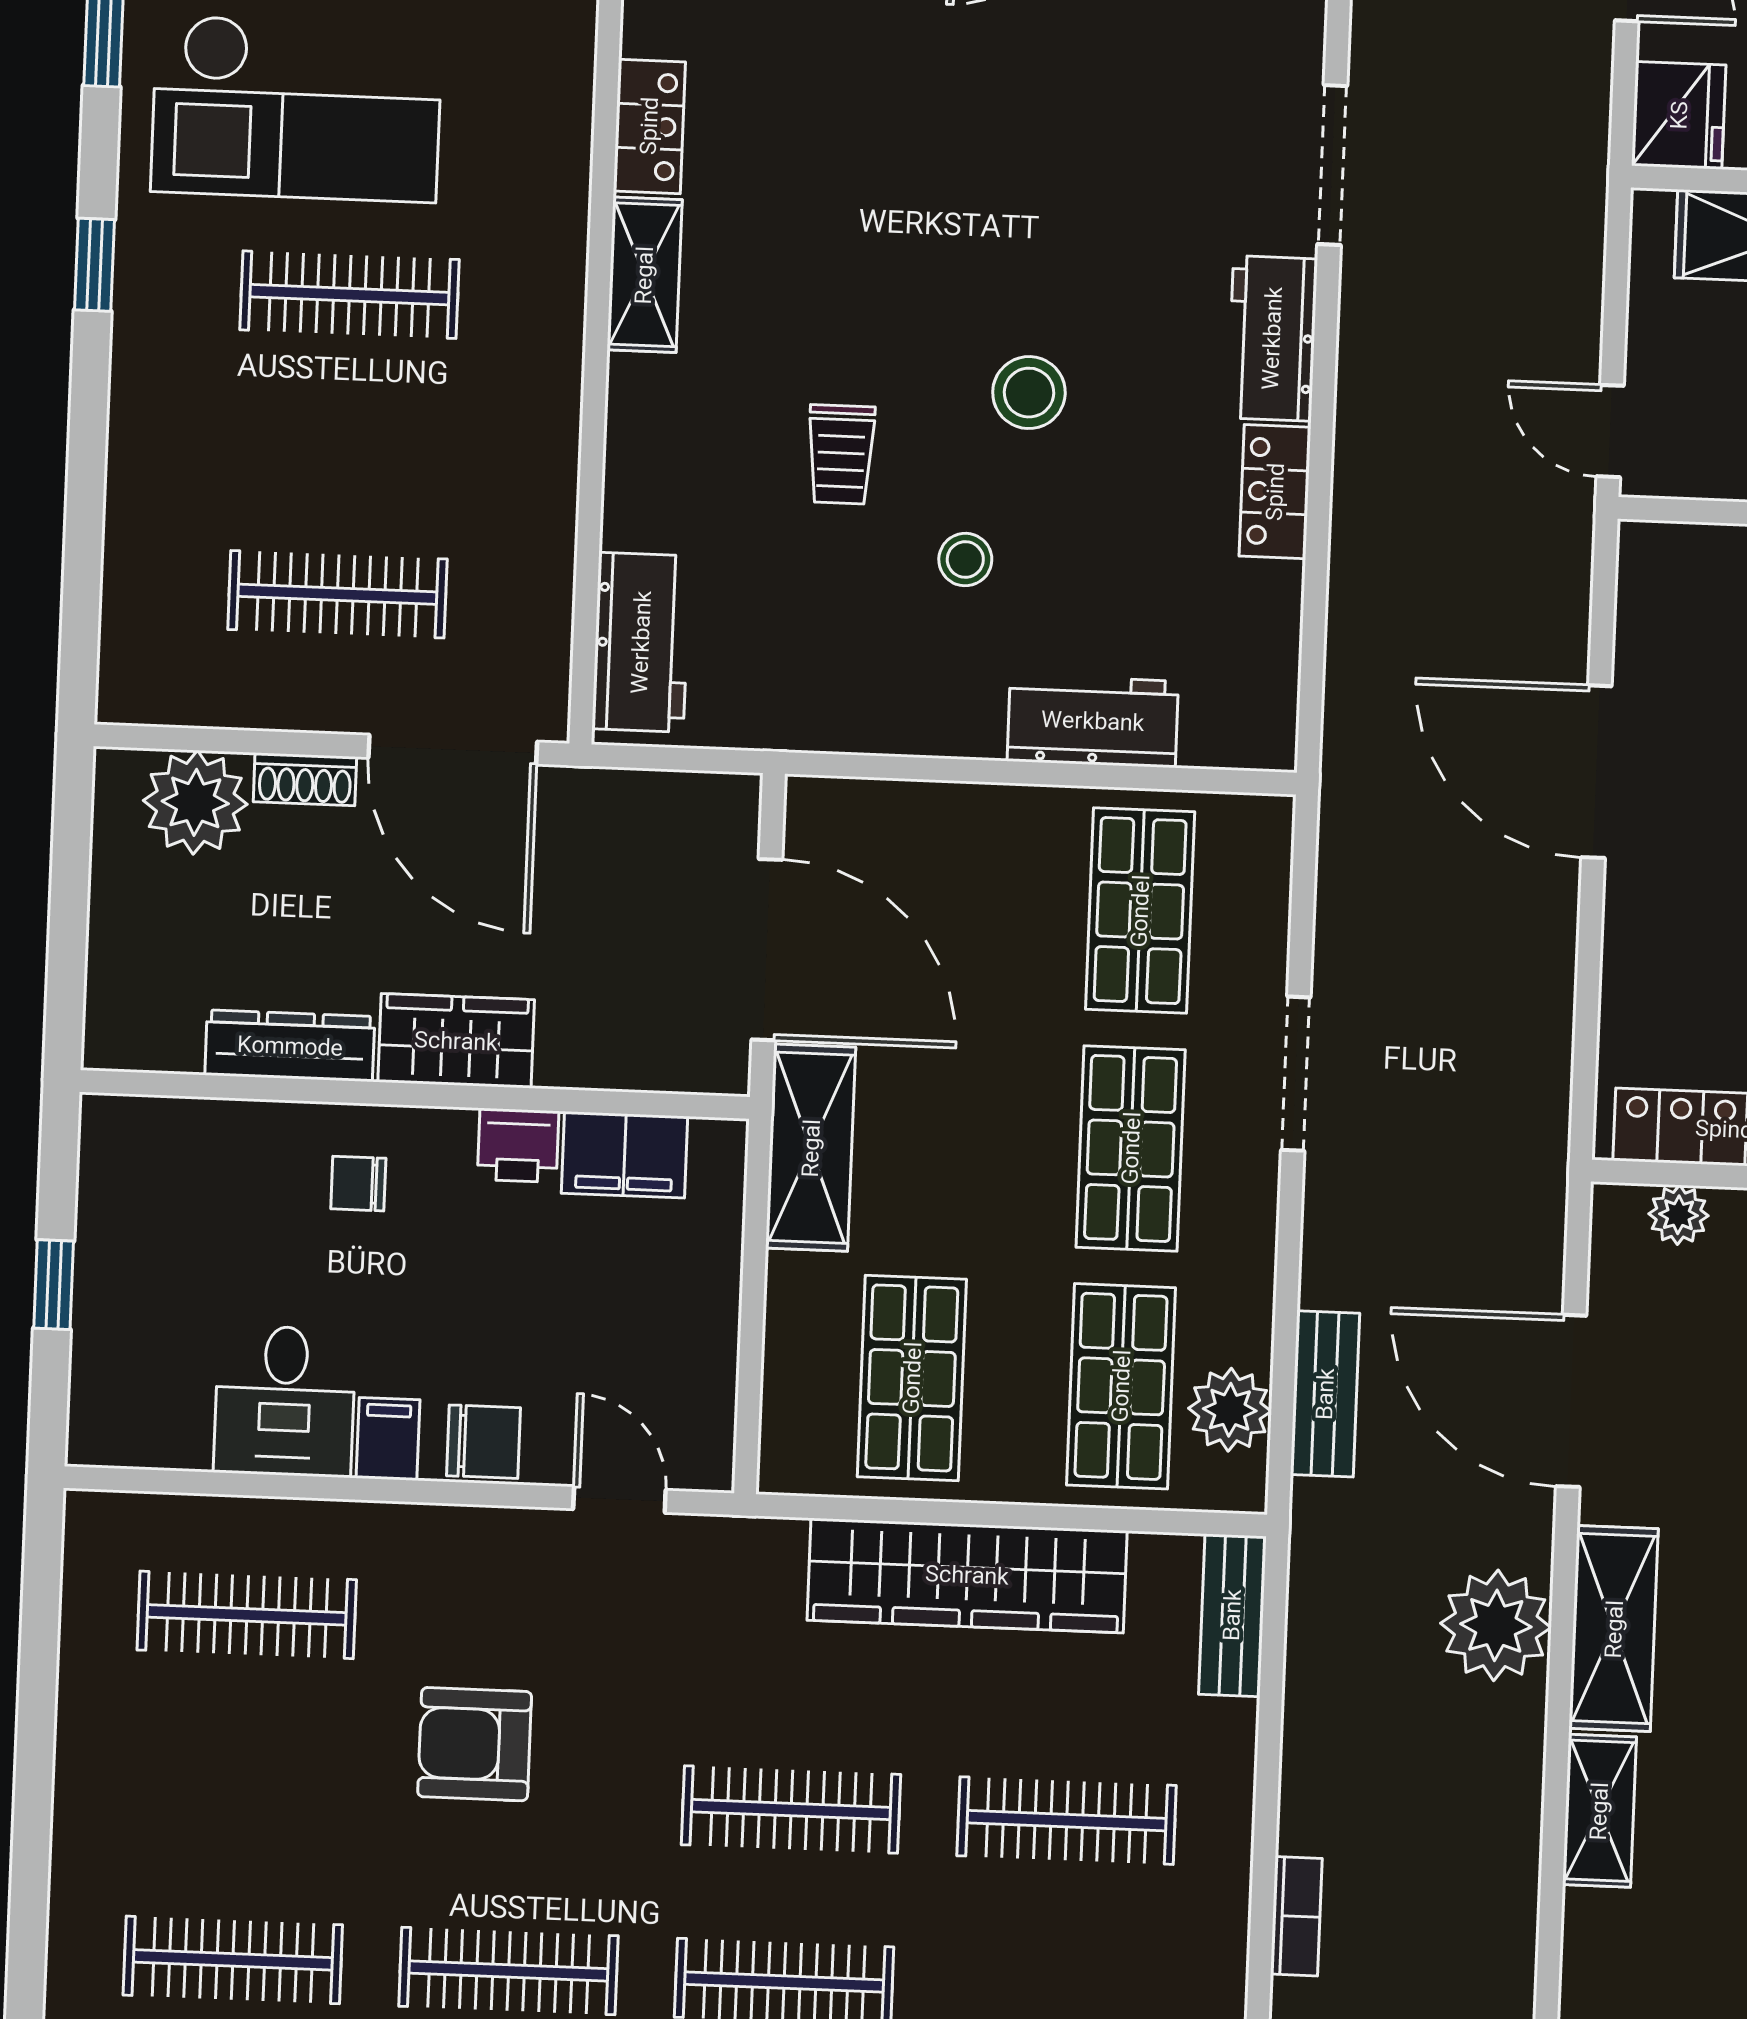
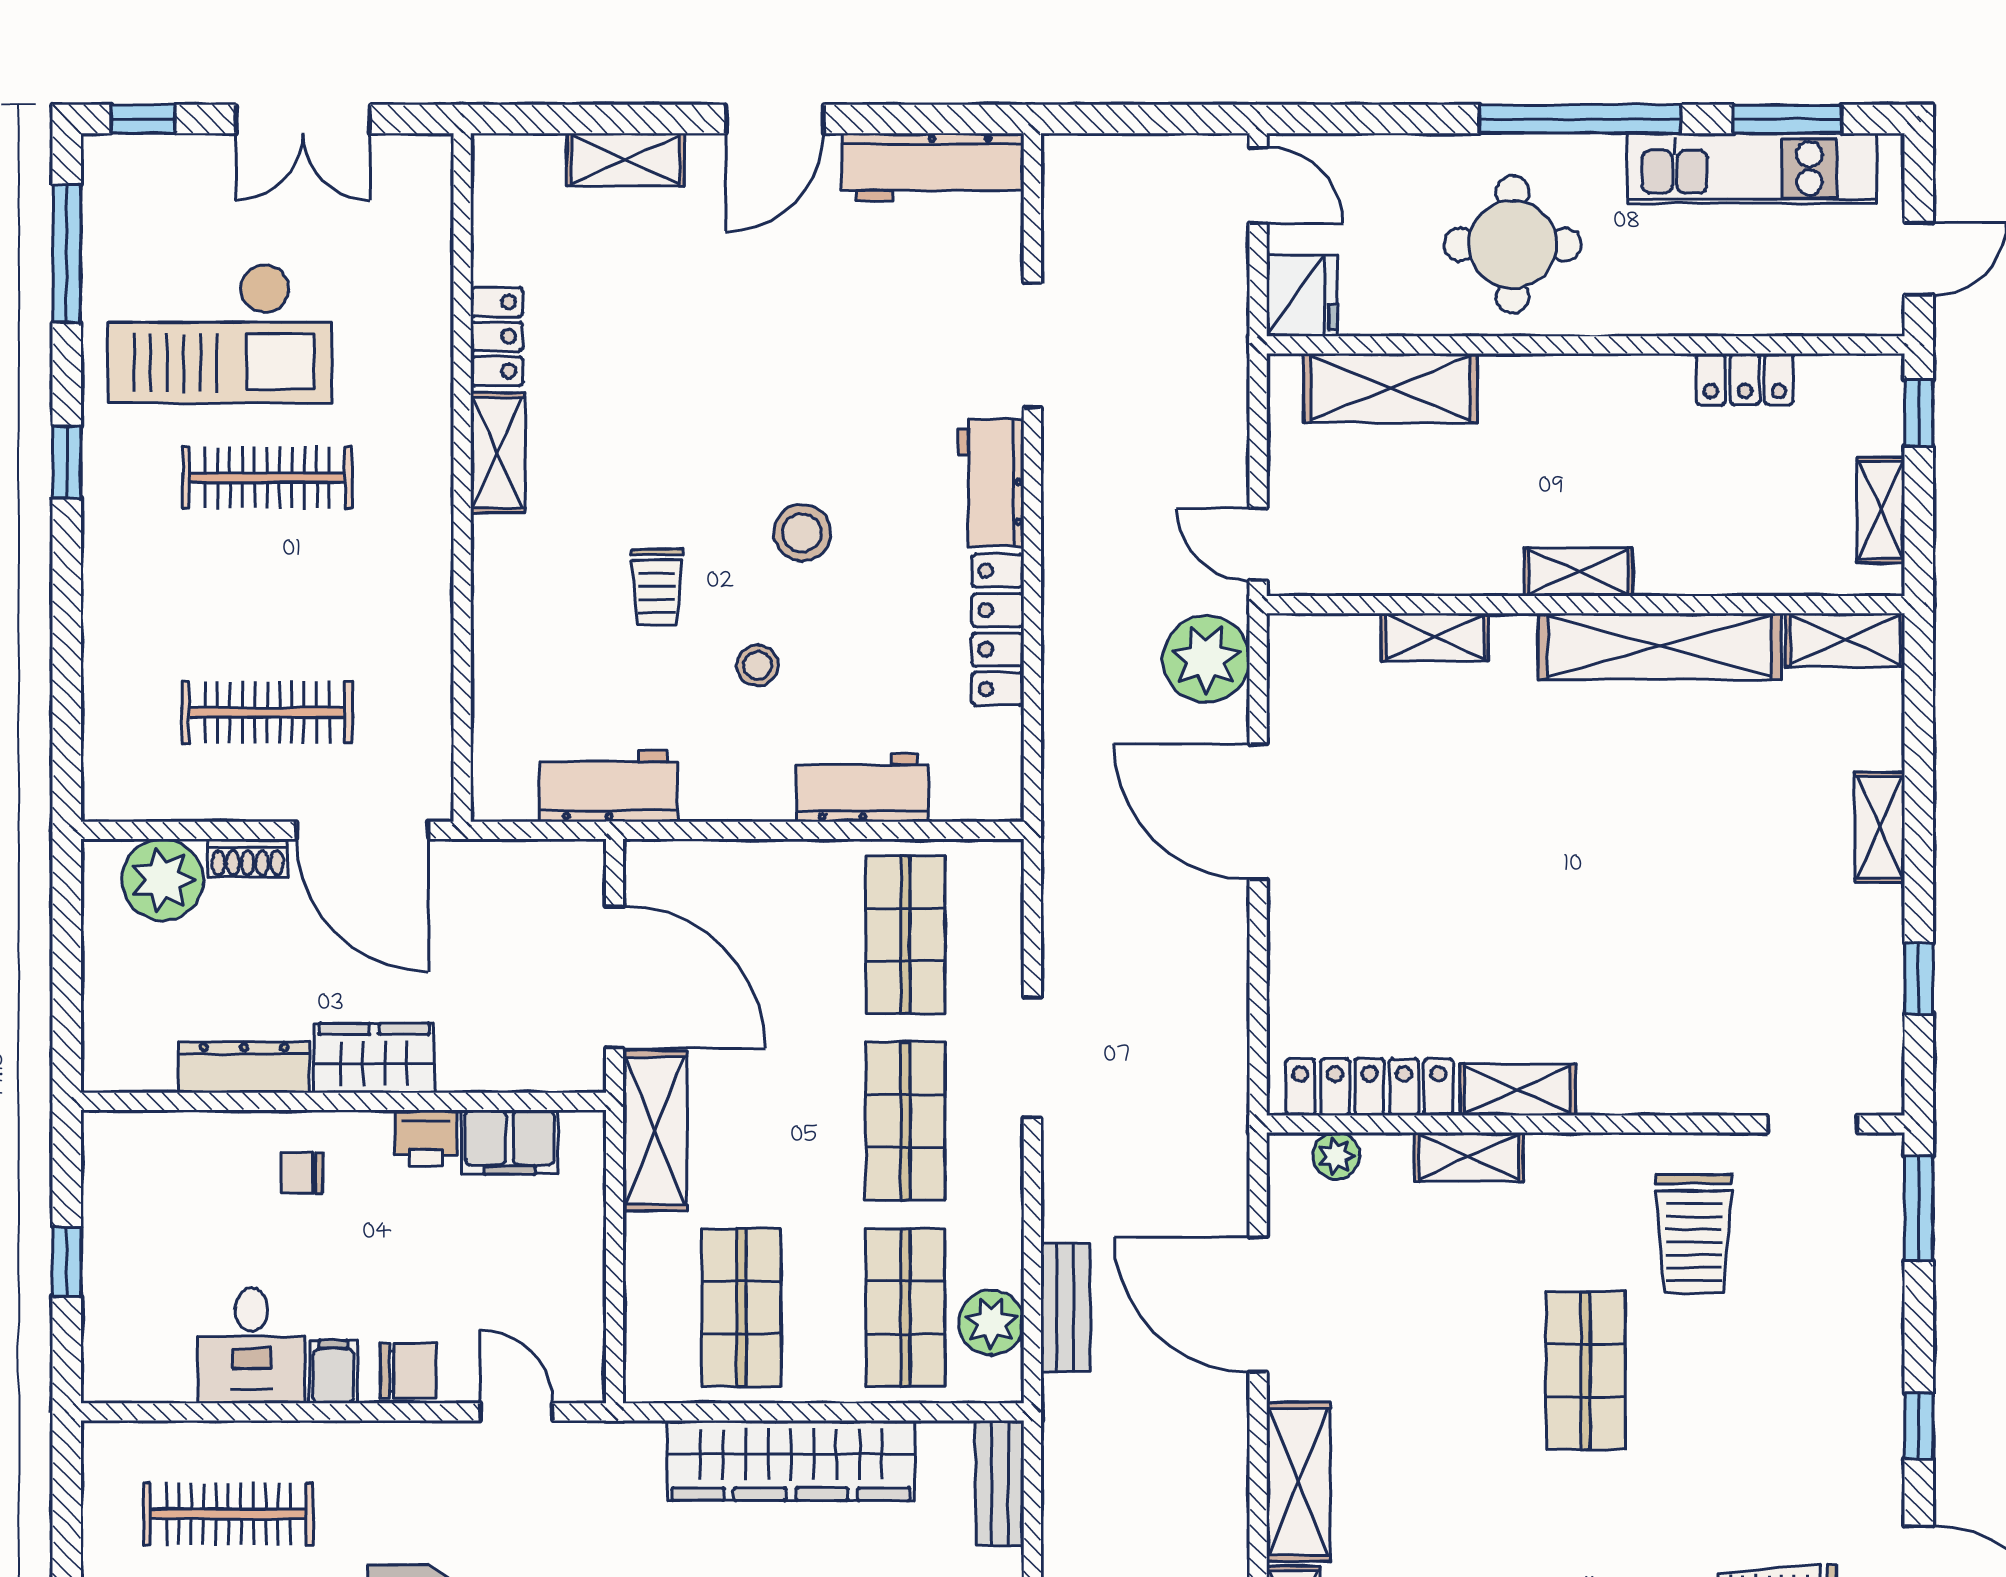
locker: (1275, 492) -> (998, 630), width x1.53
workbench: (641, 642) -> (608, 786), moved, turned -90
plant: (1496, 1625) -> (1206, 659), moved

